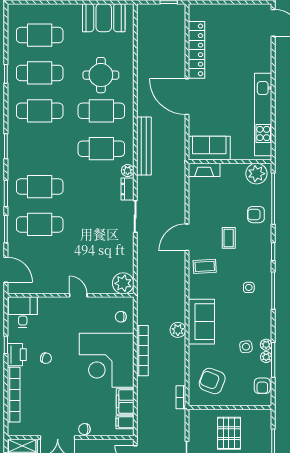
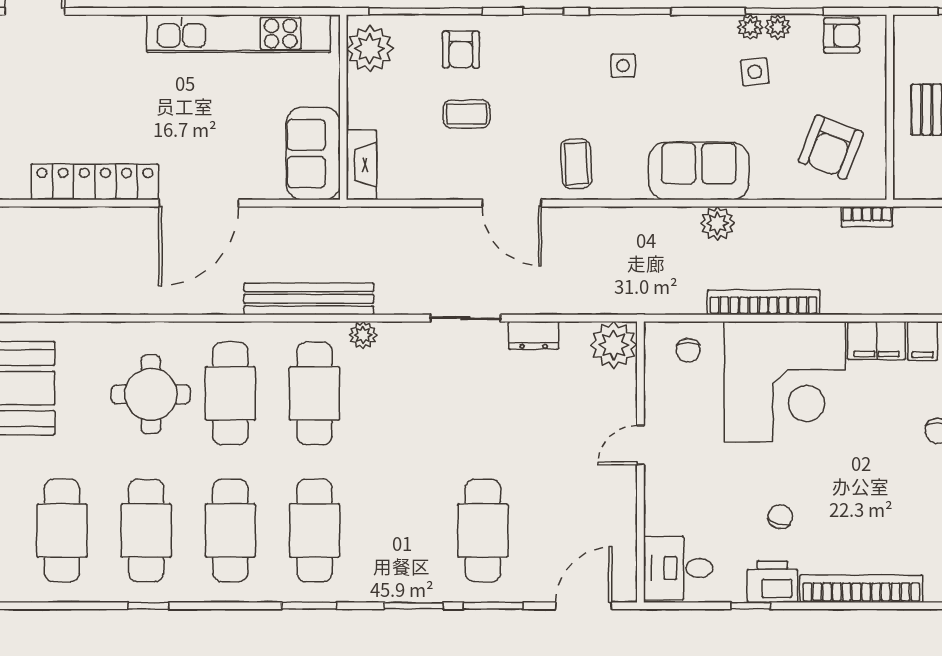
cafe table: (40, 187) -> (314, 530), moved
dresser: (127, 189) -> (534, 335), moved
coffee table: (229, 238) -> (466, 114), moved

